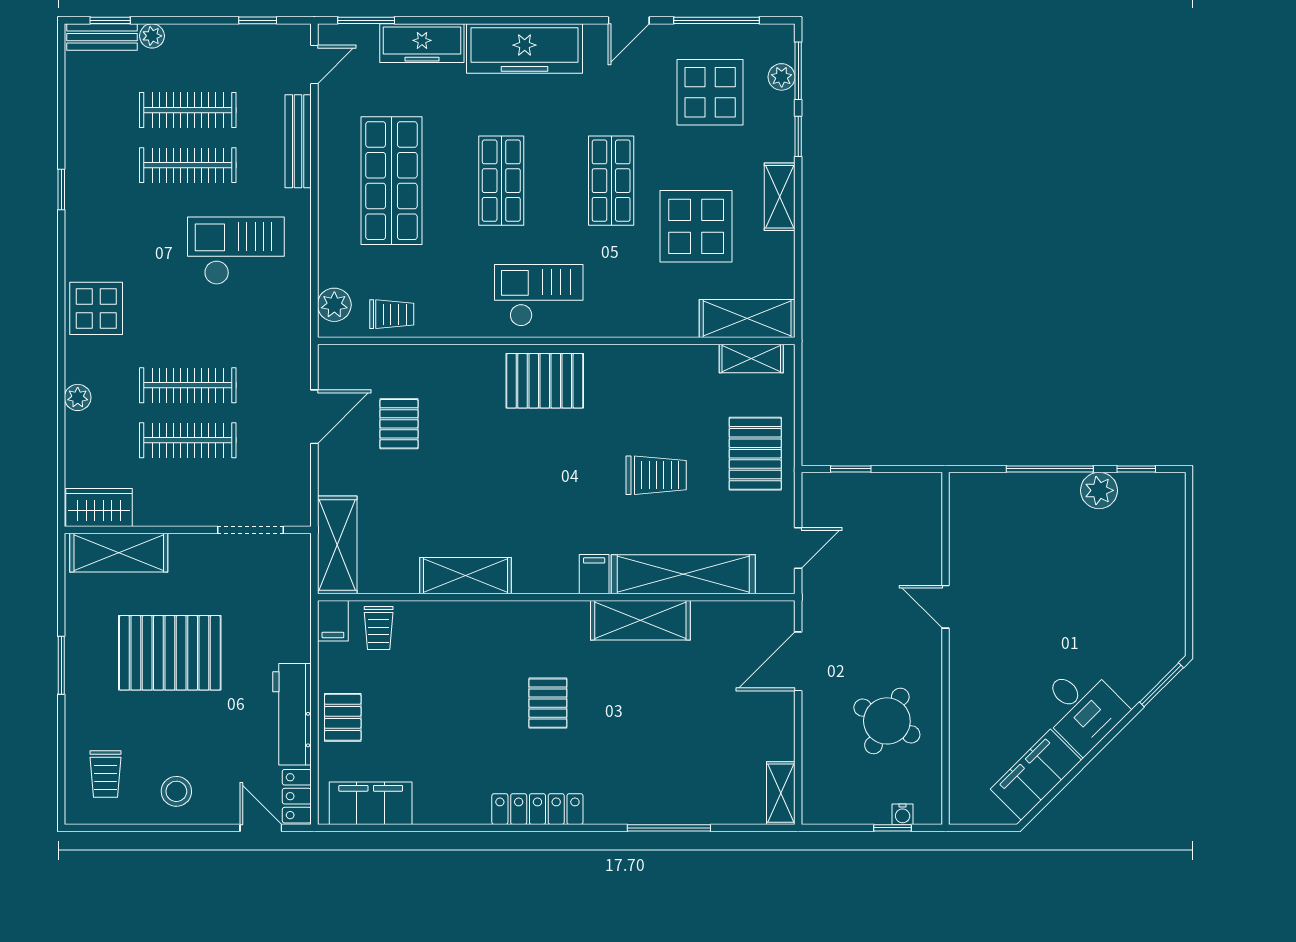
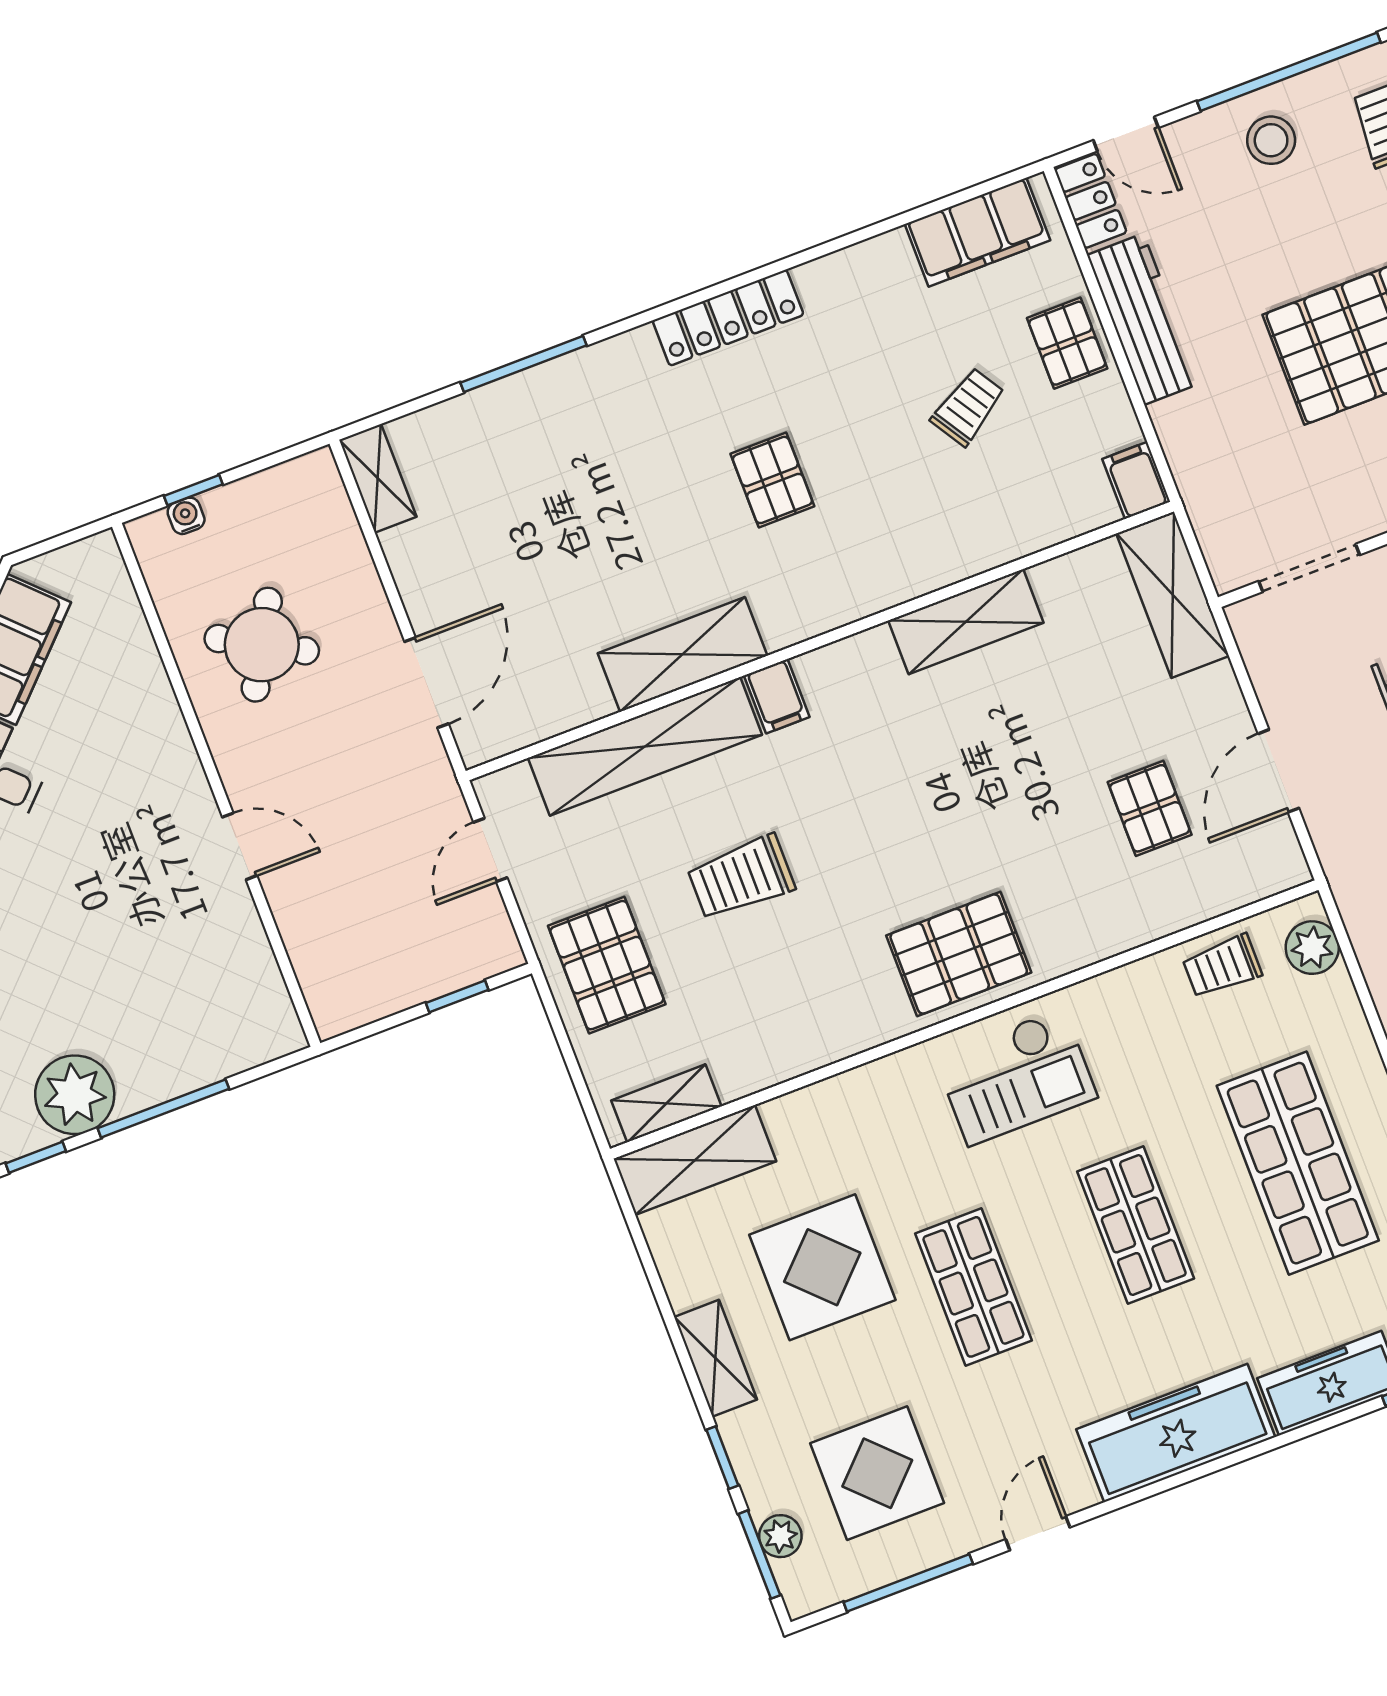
plant: (1099, 490) -> (75, 1095), width x1.36, depth x1.36
trolley: (379, 628) -> (968, 407), moved, turned 58
window: (150, 828) -> (1289, 72), added

